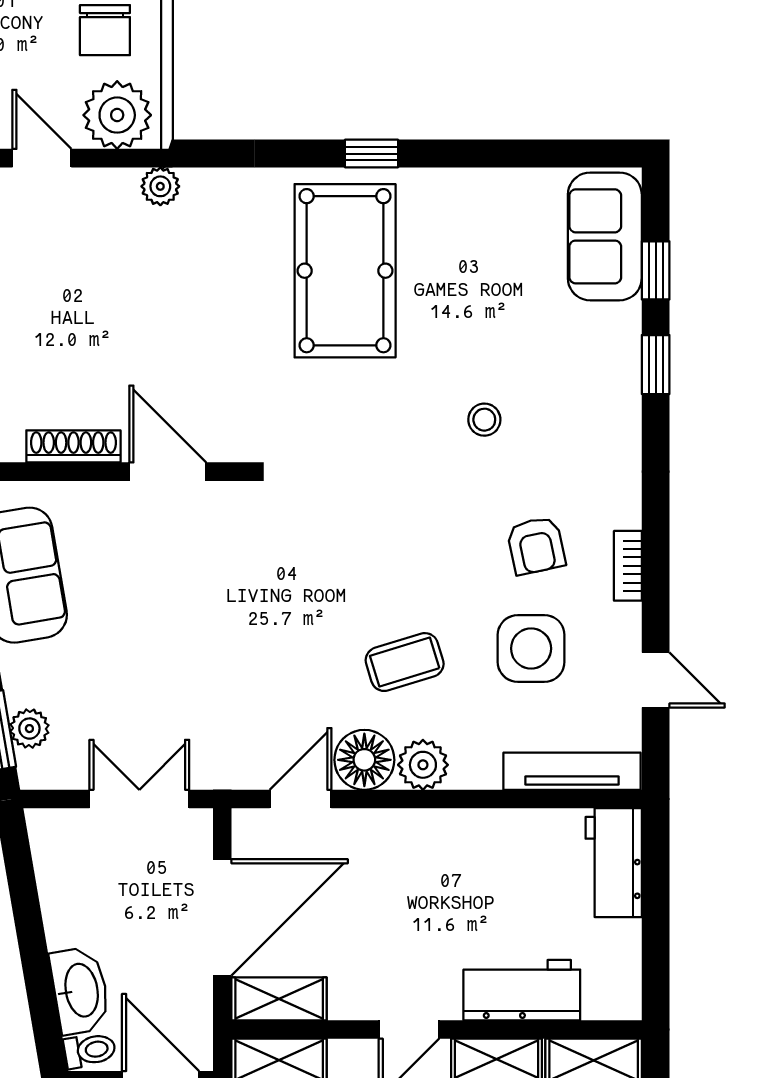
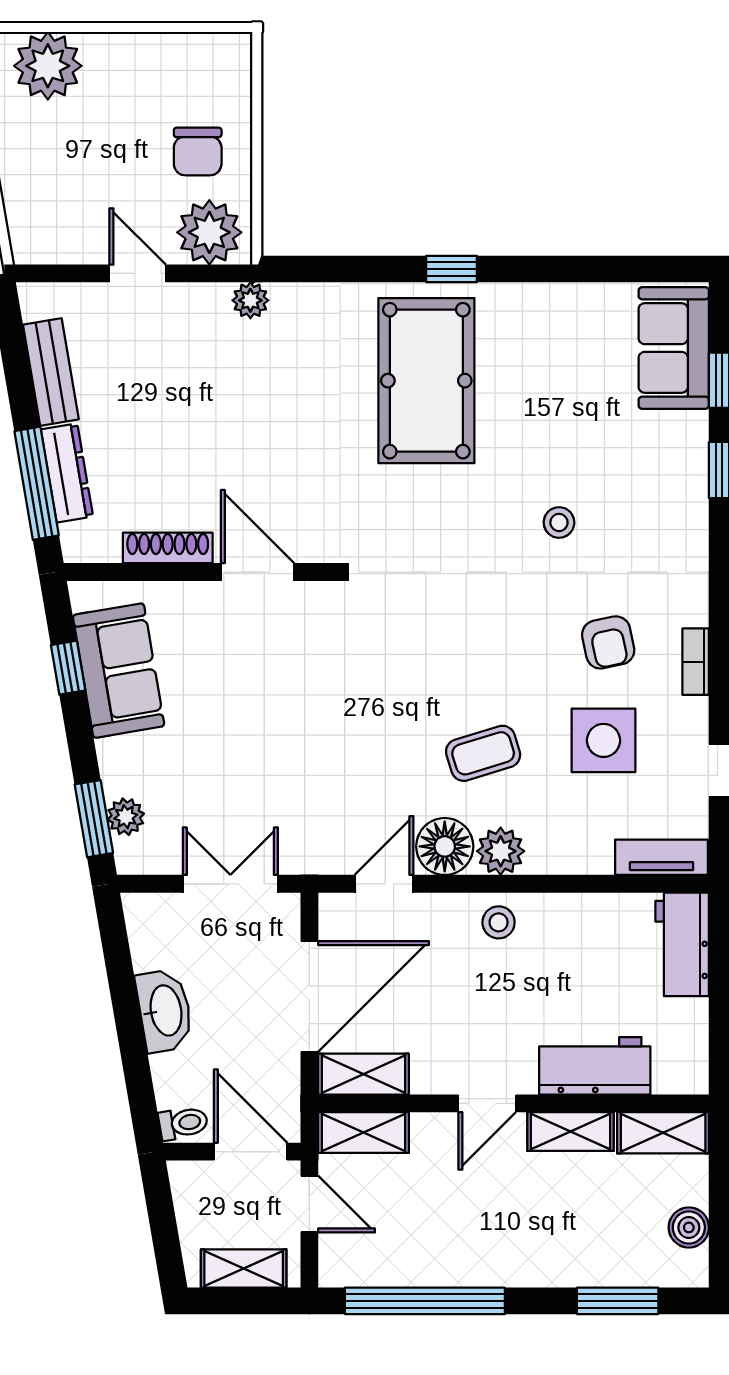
tv unit: (572, 771) -> (661, 857), width x0.71
stool: (421, 840) -> (499, 922), added
washbasin: (80, 990) -> (165, 1011), moved

